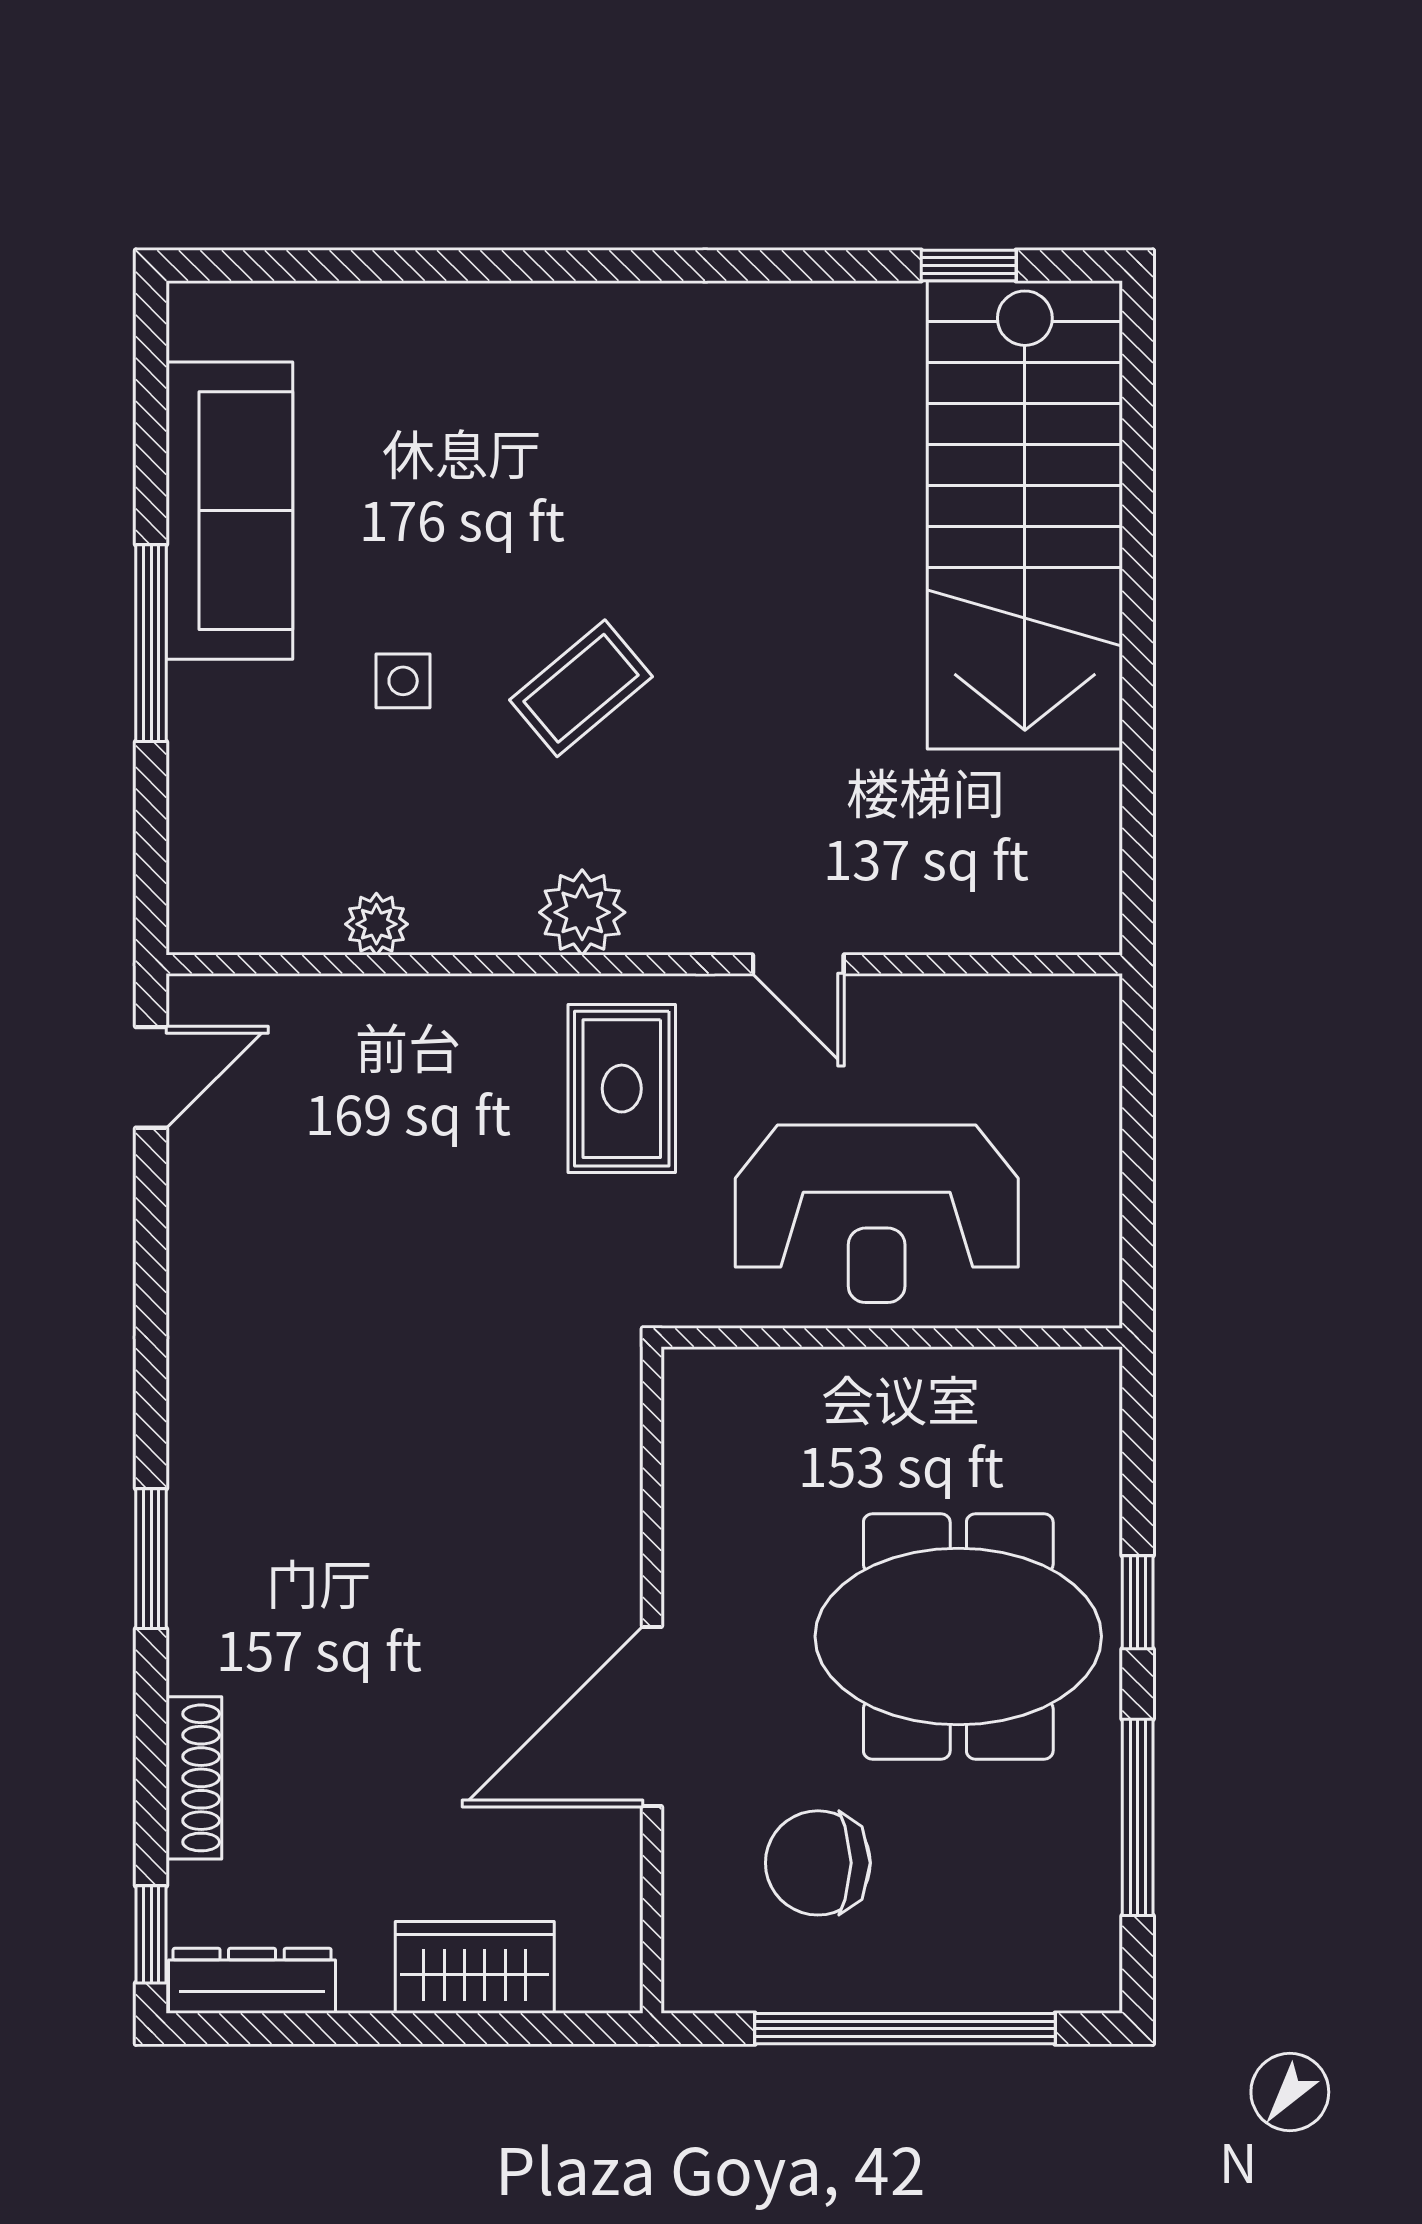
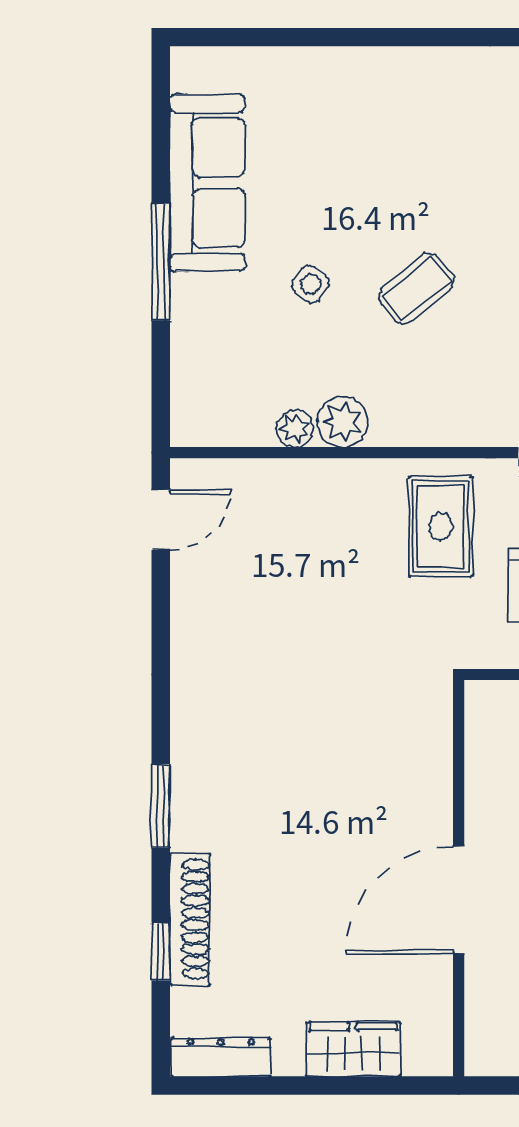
side table: (403, 681) -> (311, 284), turned 38
plant: (582, 912) -> (342, 422), moved
shoe rack: (194, 1778) -> (190, 919), width x1.36, depth x1.24
window: (151, 1934) -> (161, 952), moved

